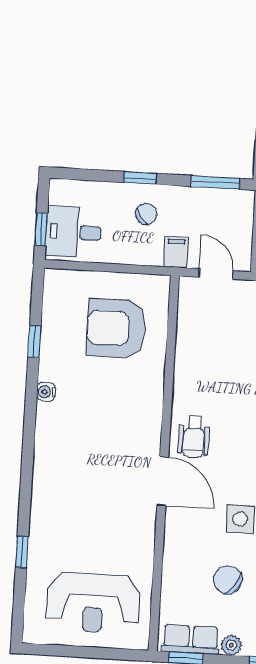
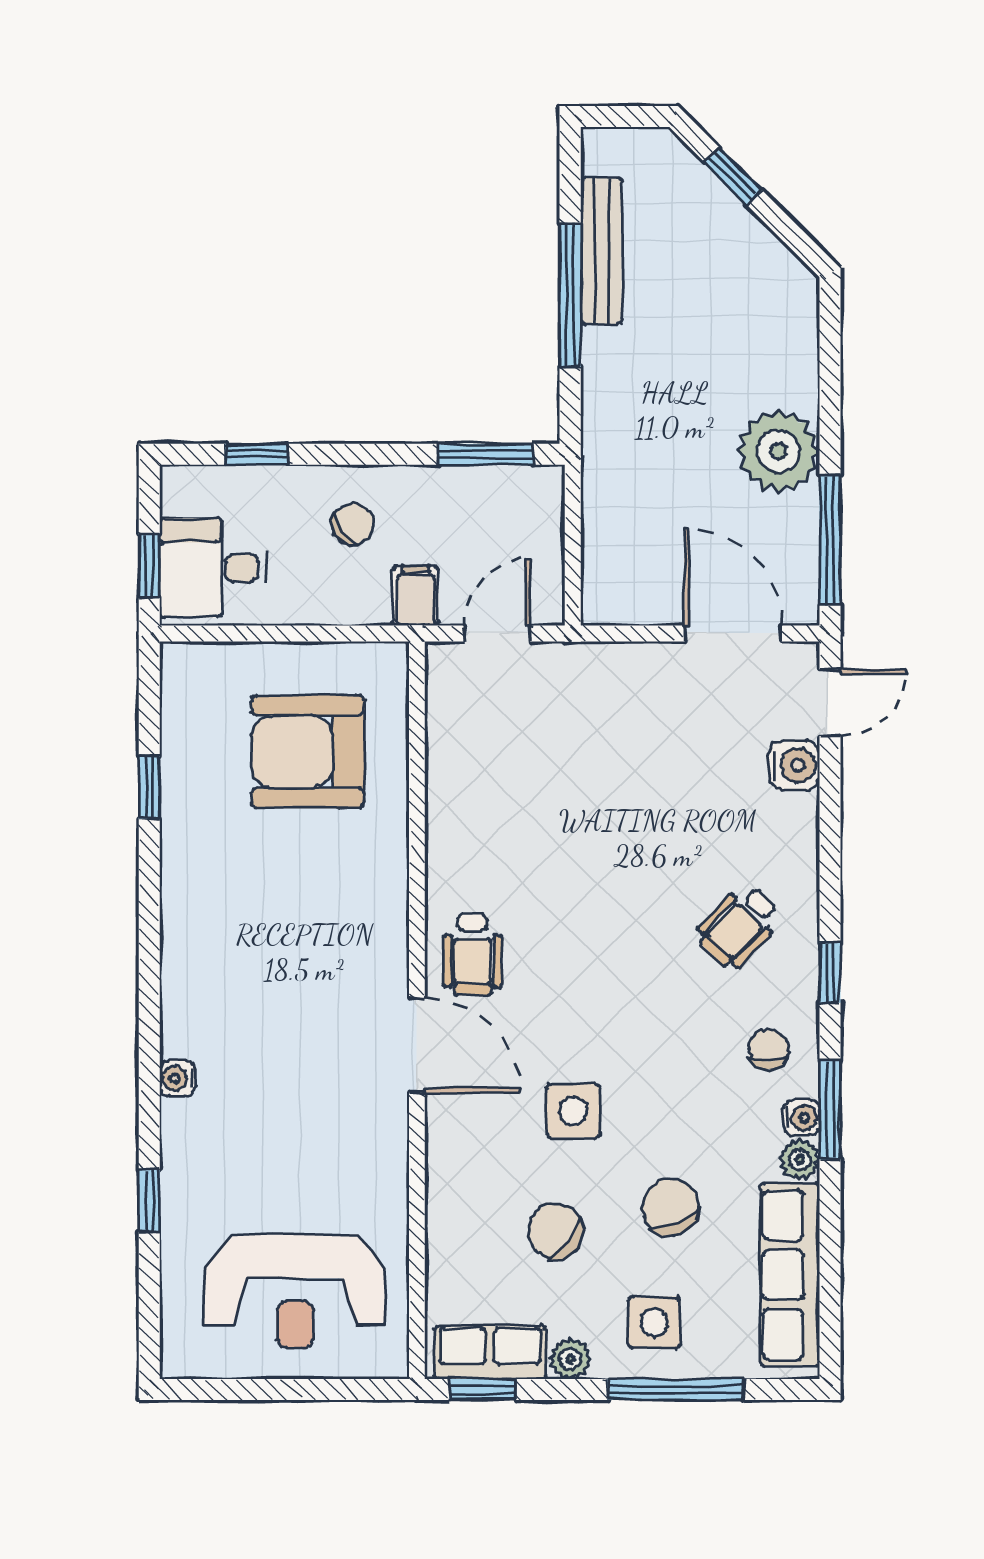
window: (140, 178) -> (256, 454), moved
door: (216, 274) -> (497, 633), hinge flipped
water cooler: (46, 392) -> (178, 1078), moved

